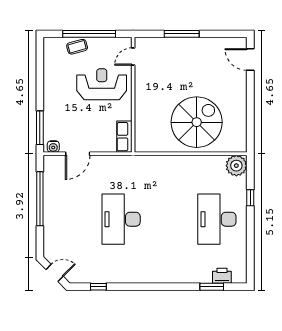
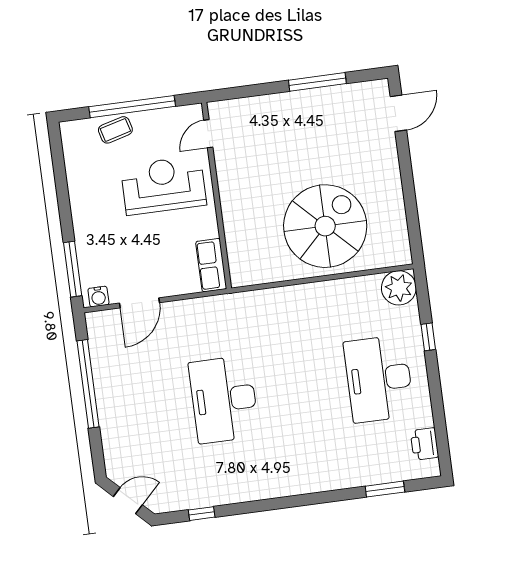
window: (182, 34) -> (317, 82), moved
door: (250, 60) -> (398, 113), swing flipped
printer: (222, 276) -> (424, 444), moved, turned -90

